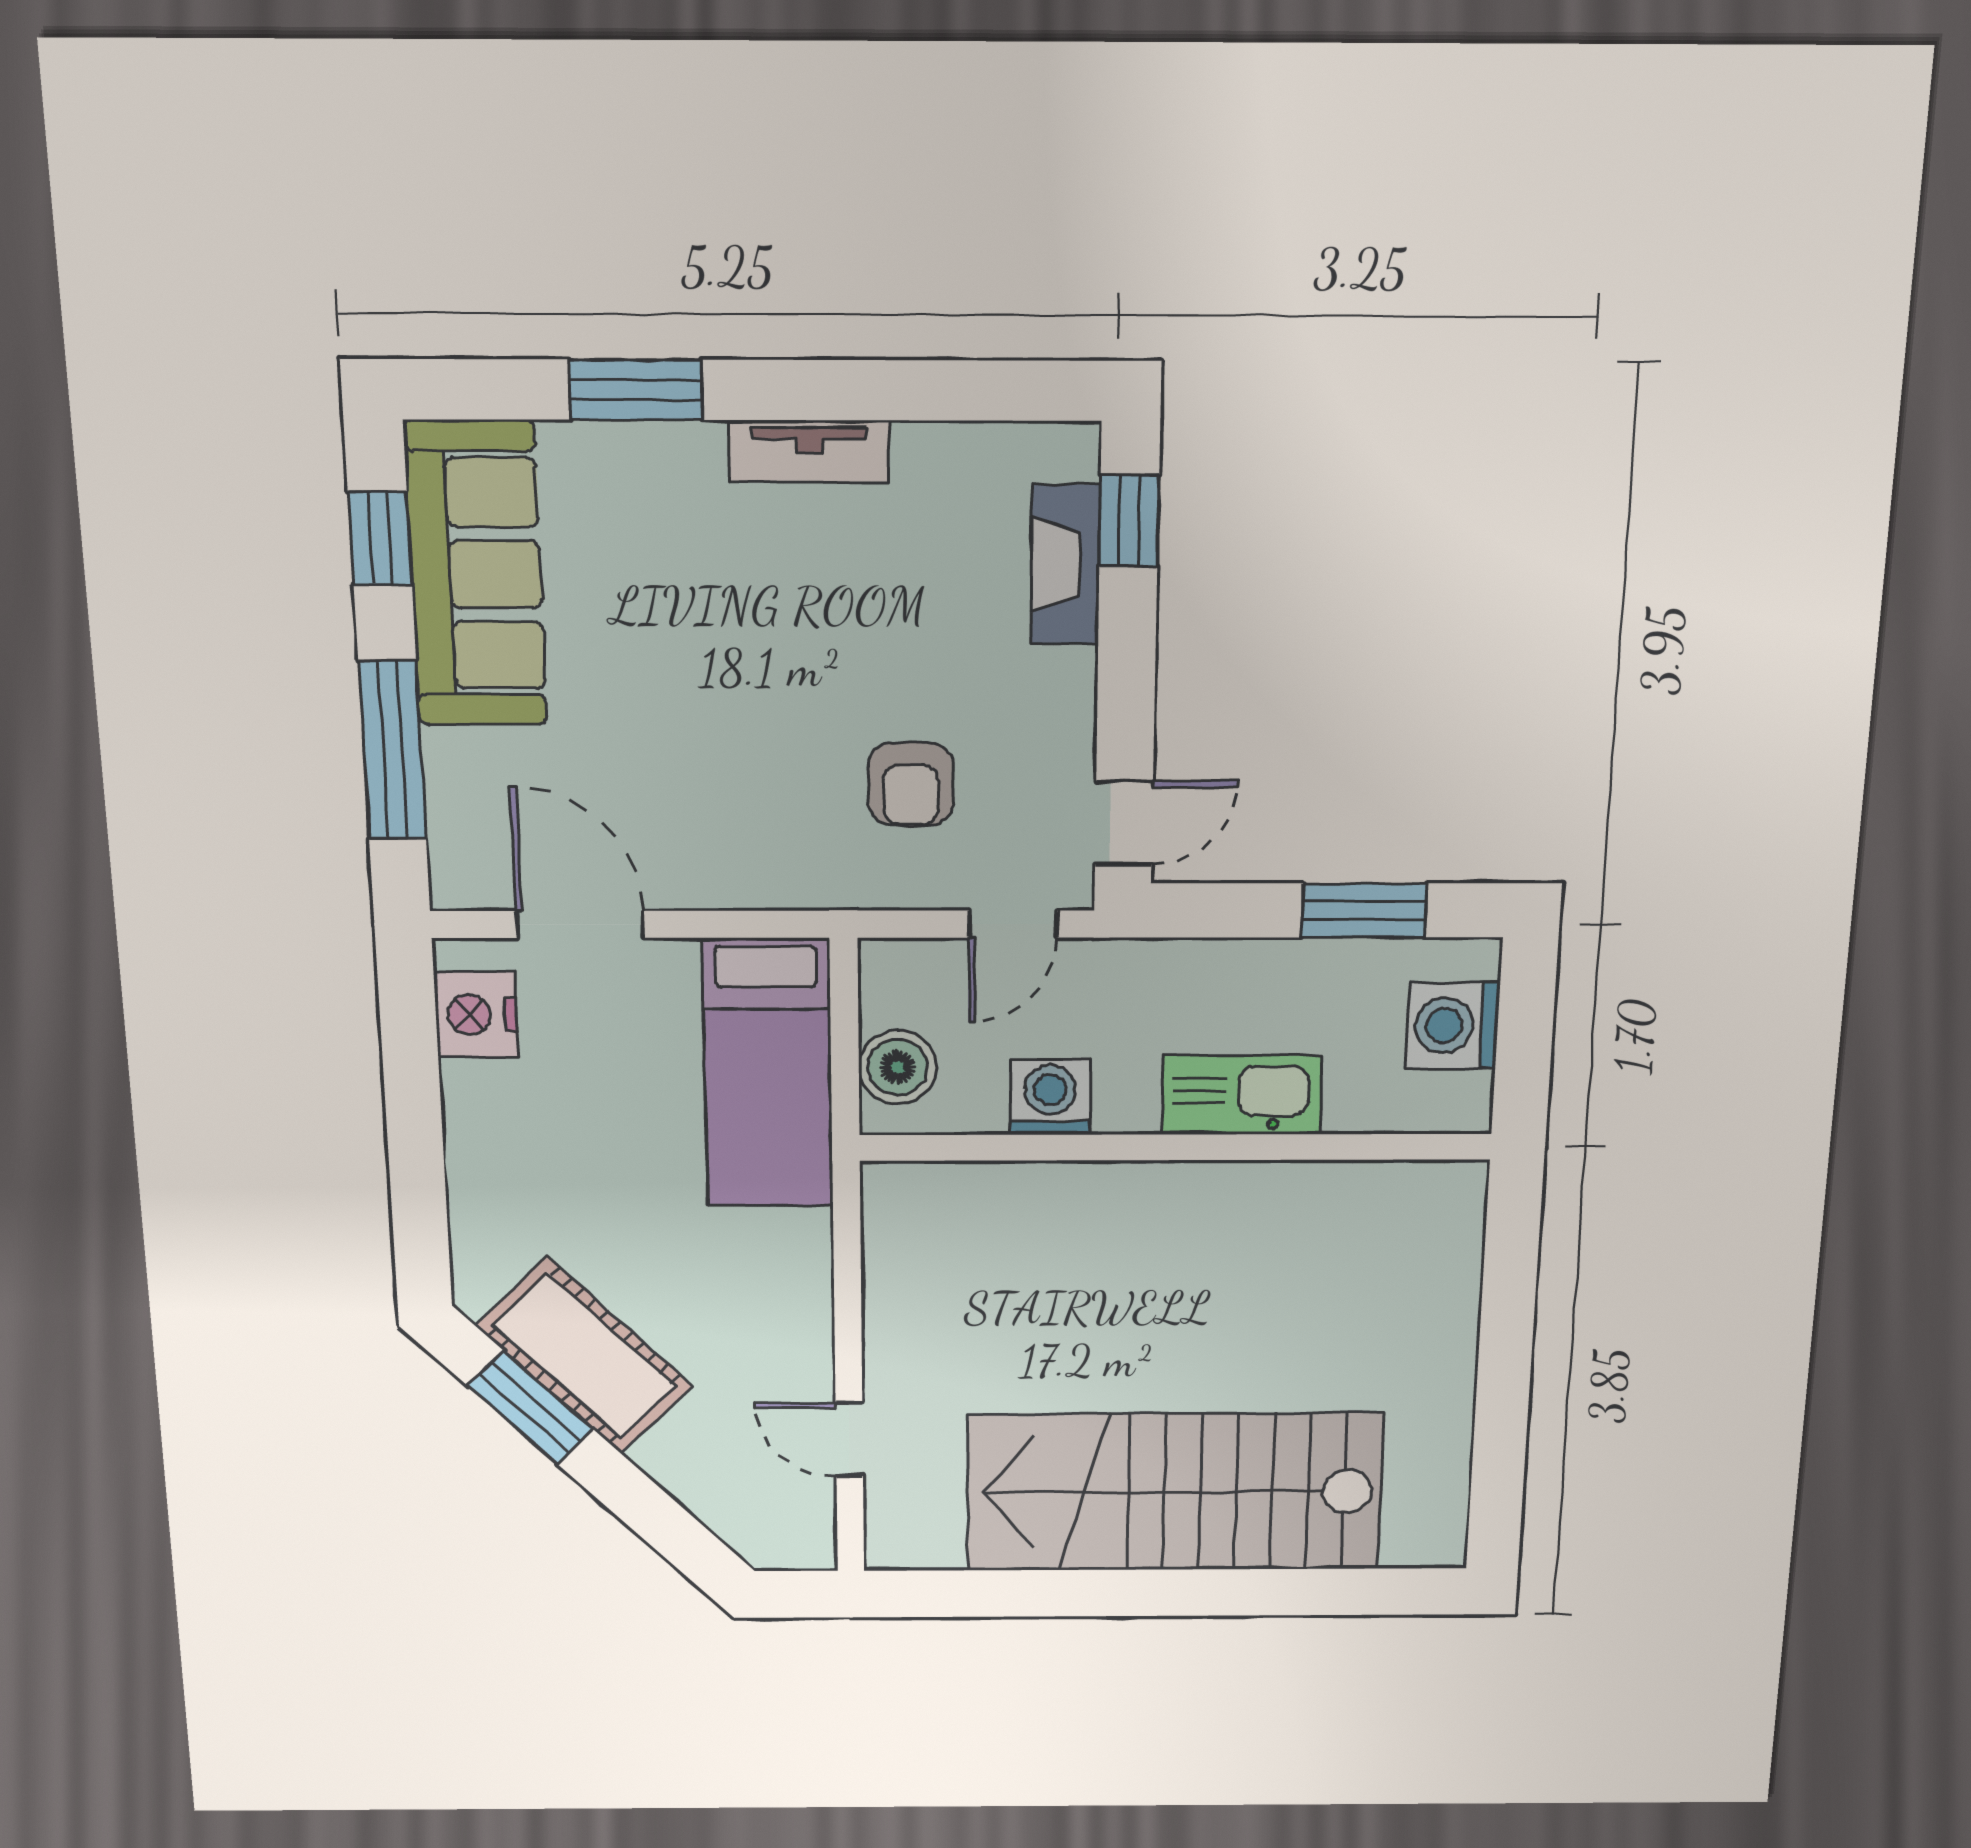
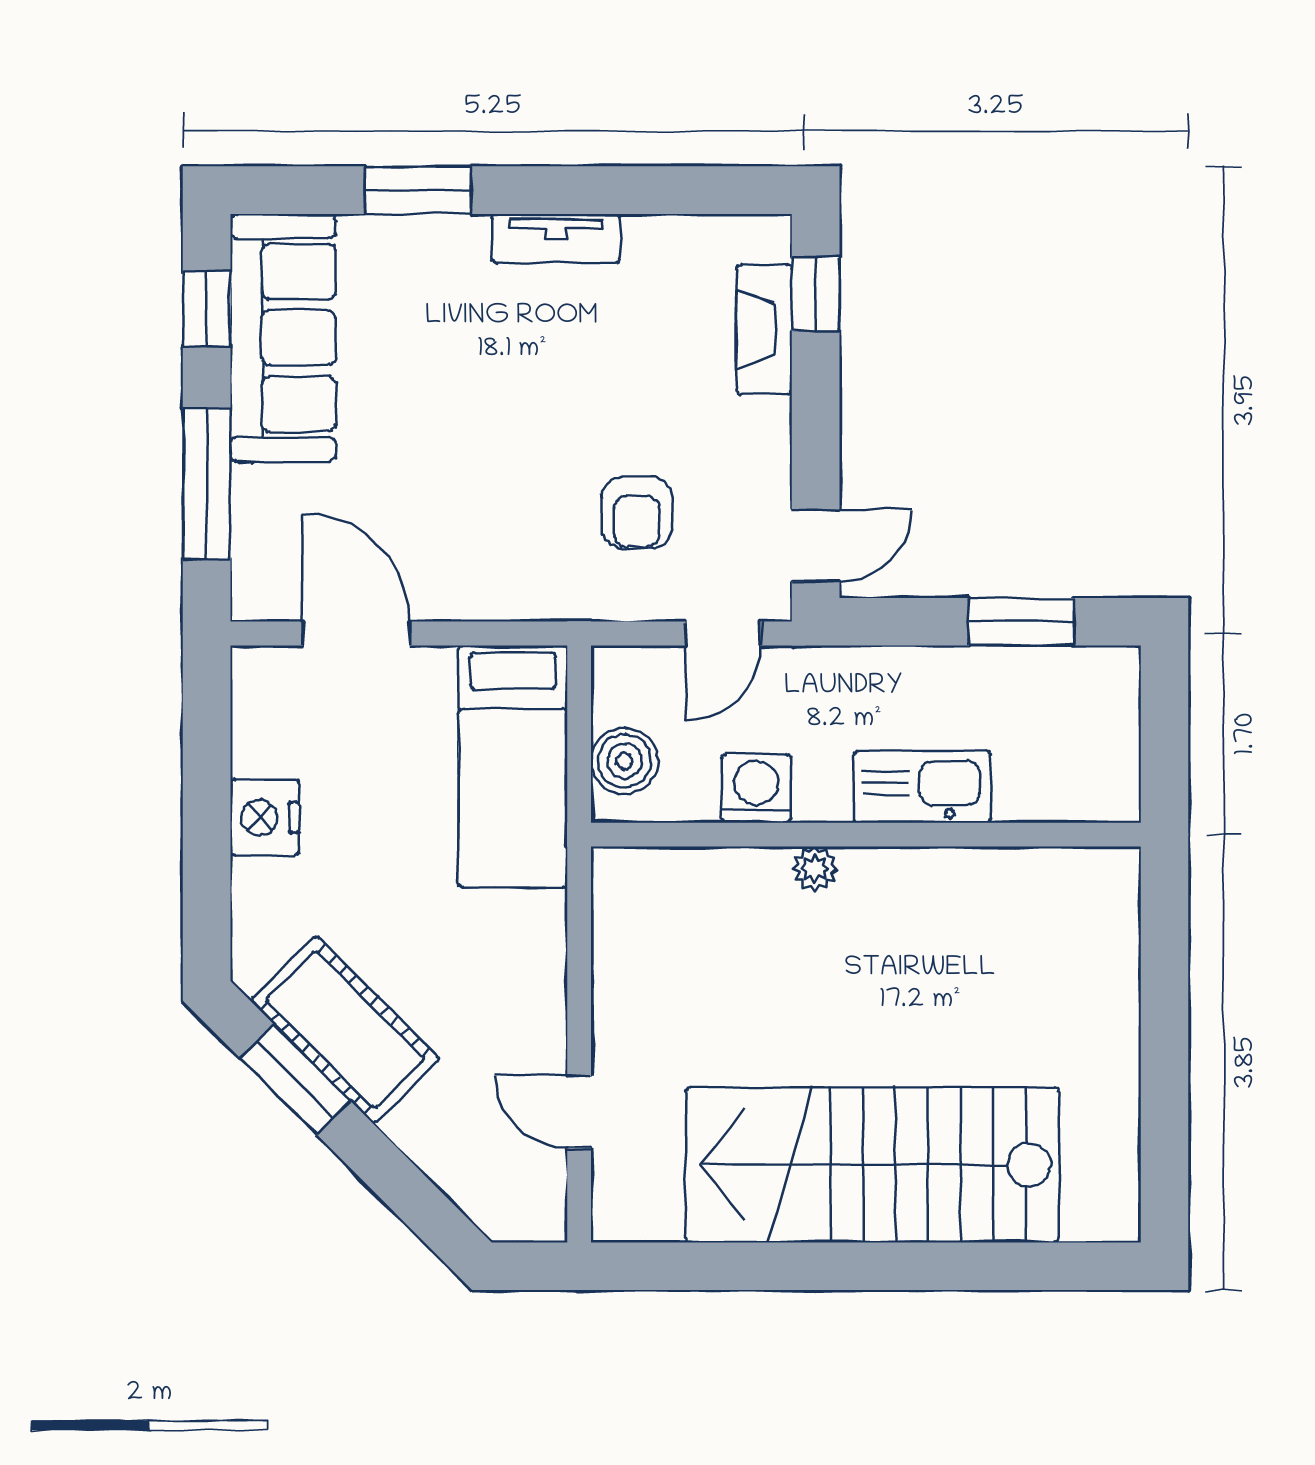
nightstand: (476, 1015) -> (265, 817), moved
washing machine: (1453, 1025) -> (1102, 724), removed
plant: (1116, 1184) -> (815, 869), added

